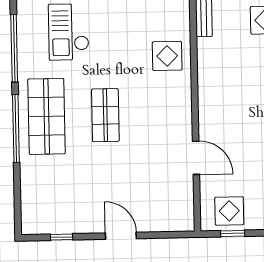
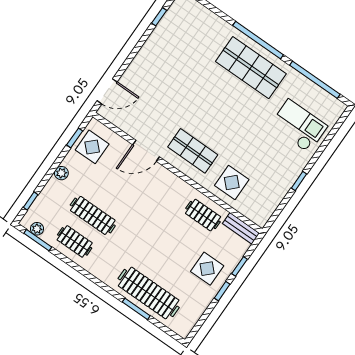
clothes rail: (217, 61) -> (203, 215), added
shop shelf: (105, 115) -> (193, 151), moved
door: (121, 236) -> (107, 91), moved

